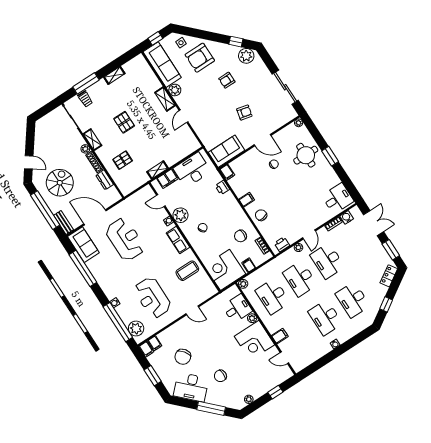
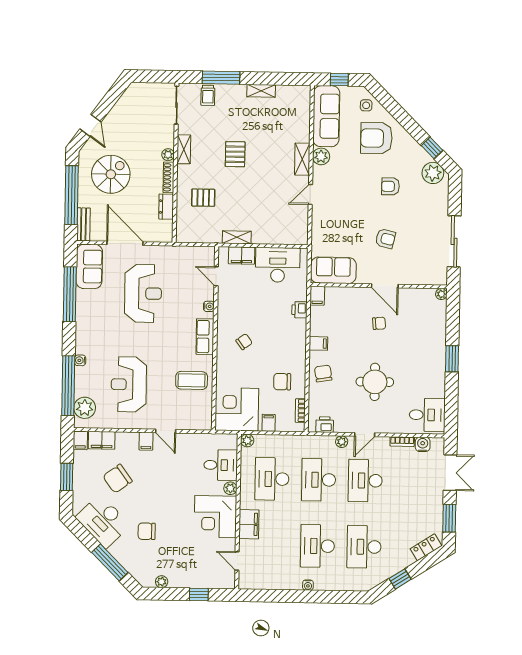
round table: (306, 155) -> (375, 382), moved
plant: (180, 215) -> (228, 309), removed
filing cabinet: (185, 324) -> (146, 441), added
filing cabinet: (280, 336) -> (249, 524), width x2.00
filing cabinet: (155, 343) -> (102, 440), width x2.00

